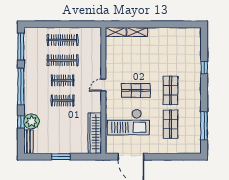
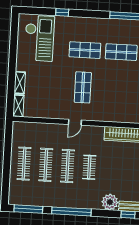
clothes rail: (63, 80) -> (68, 166), width x1.36
door: (103, 85) -> (75, 122), hinge flipped
window: (21, 122) -> (128, 215), moved
checkout: (128, 122) -> (39, 38), moved

